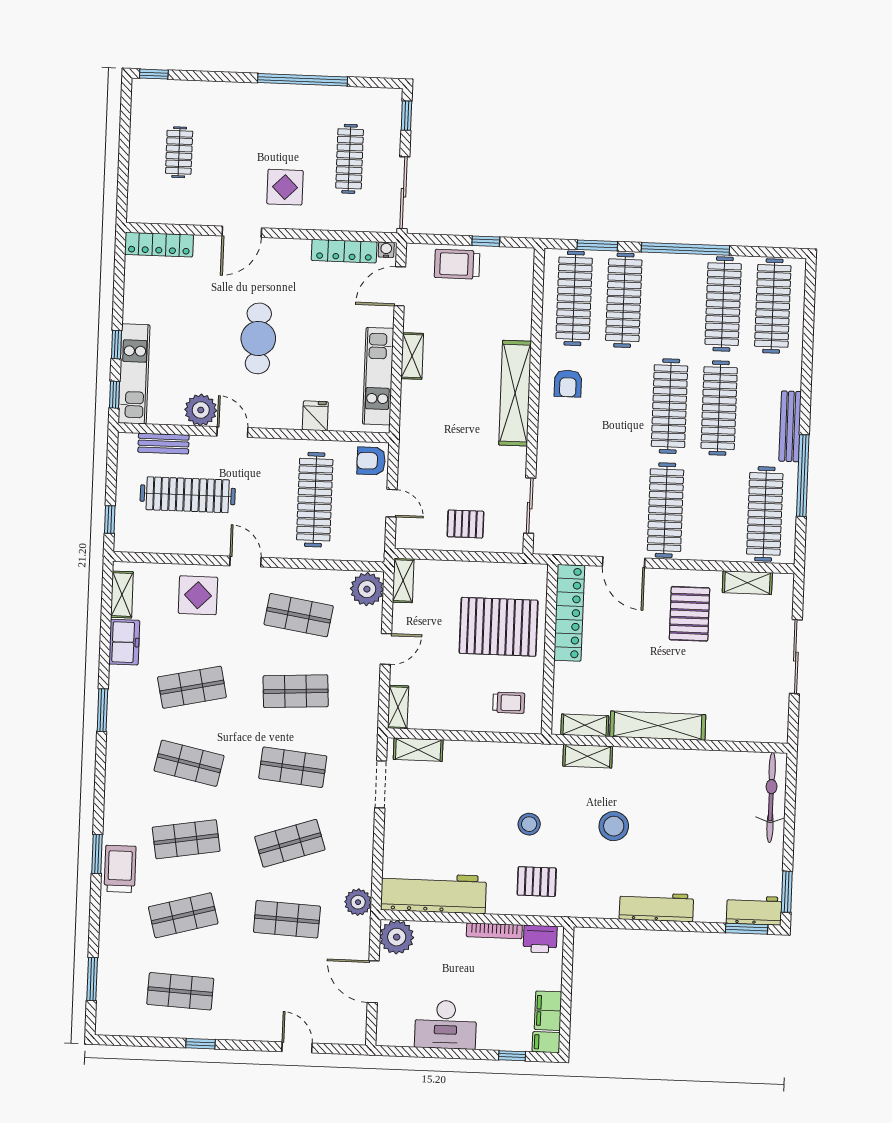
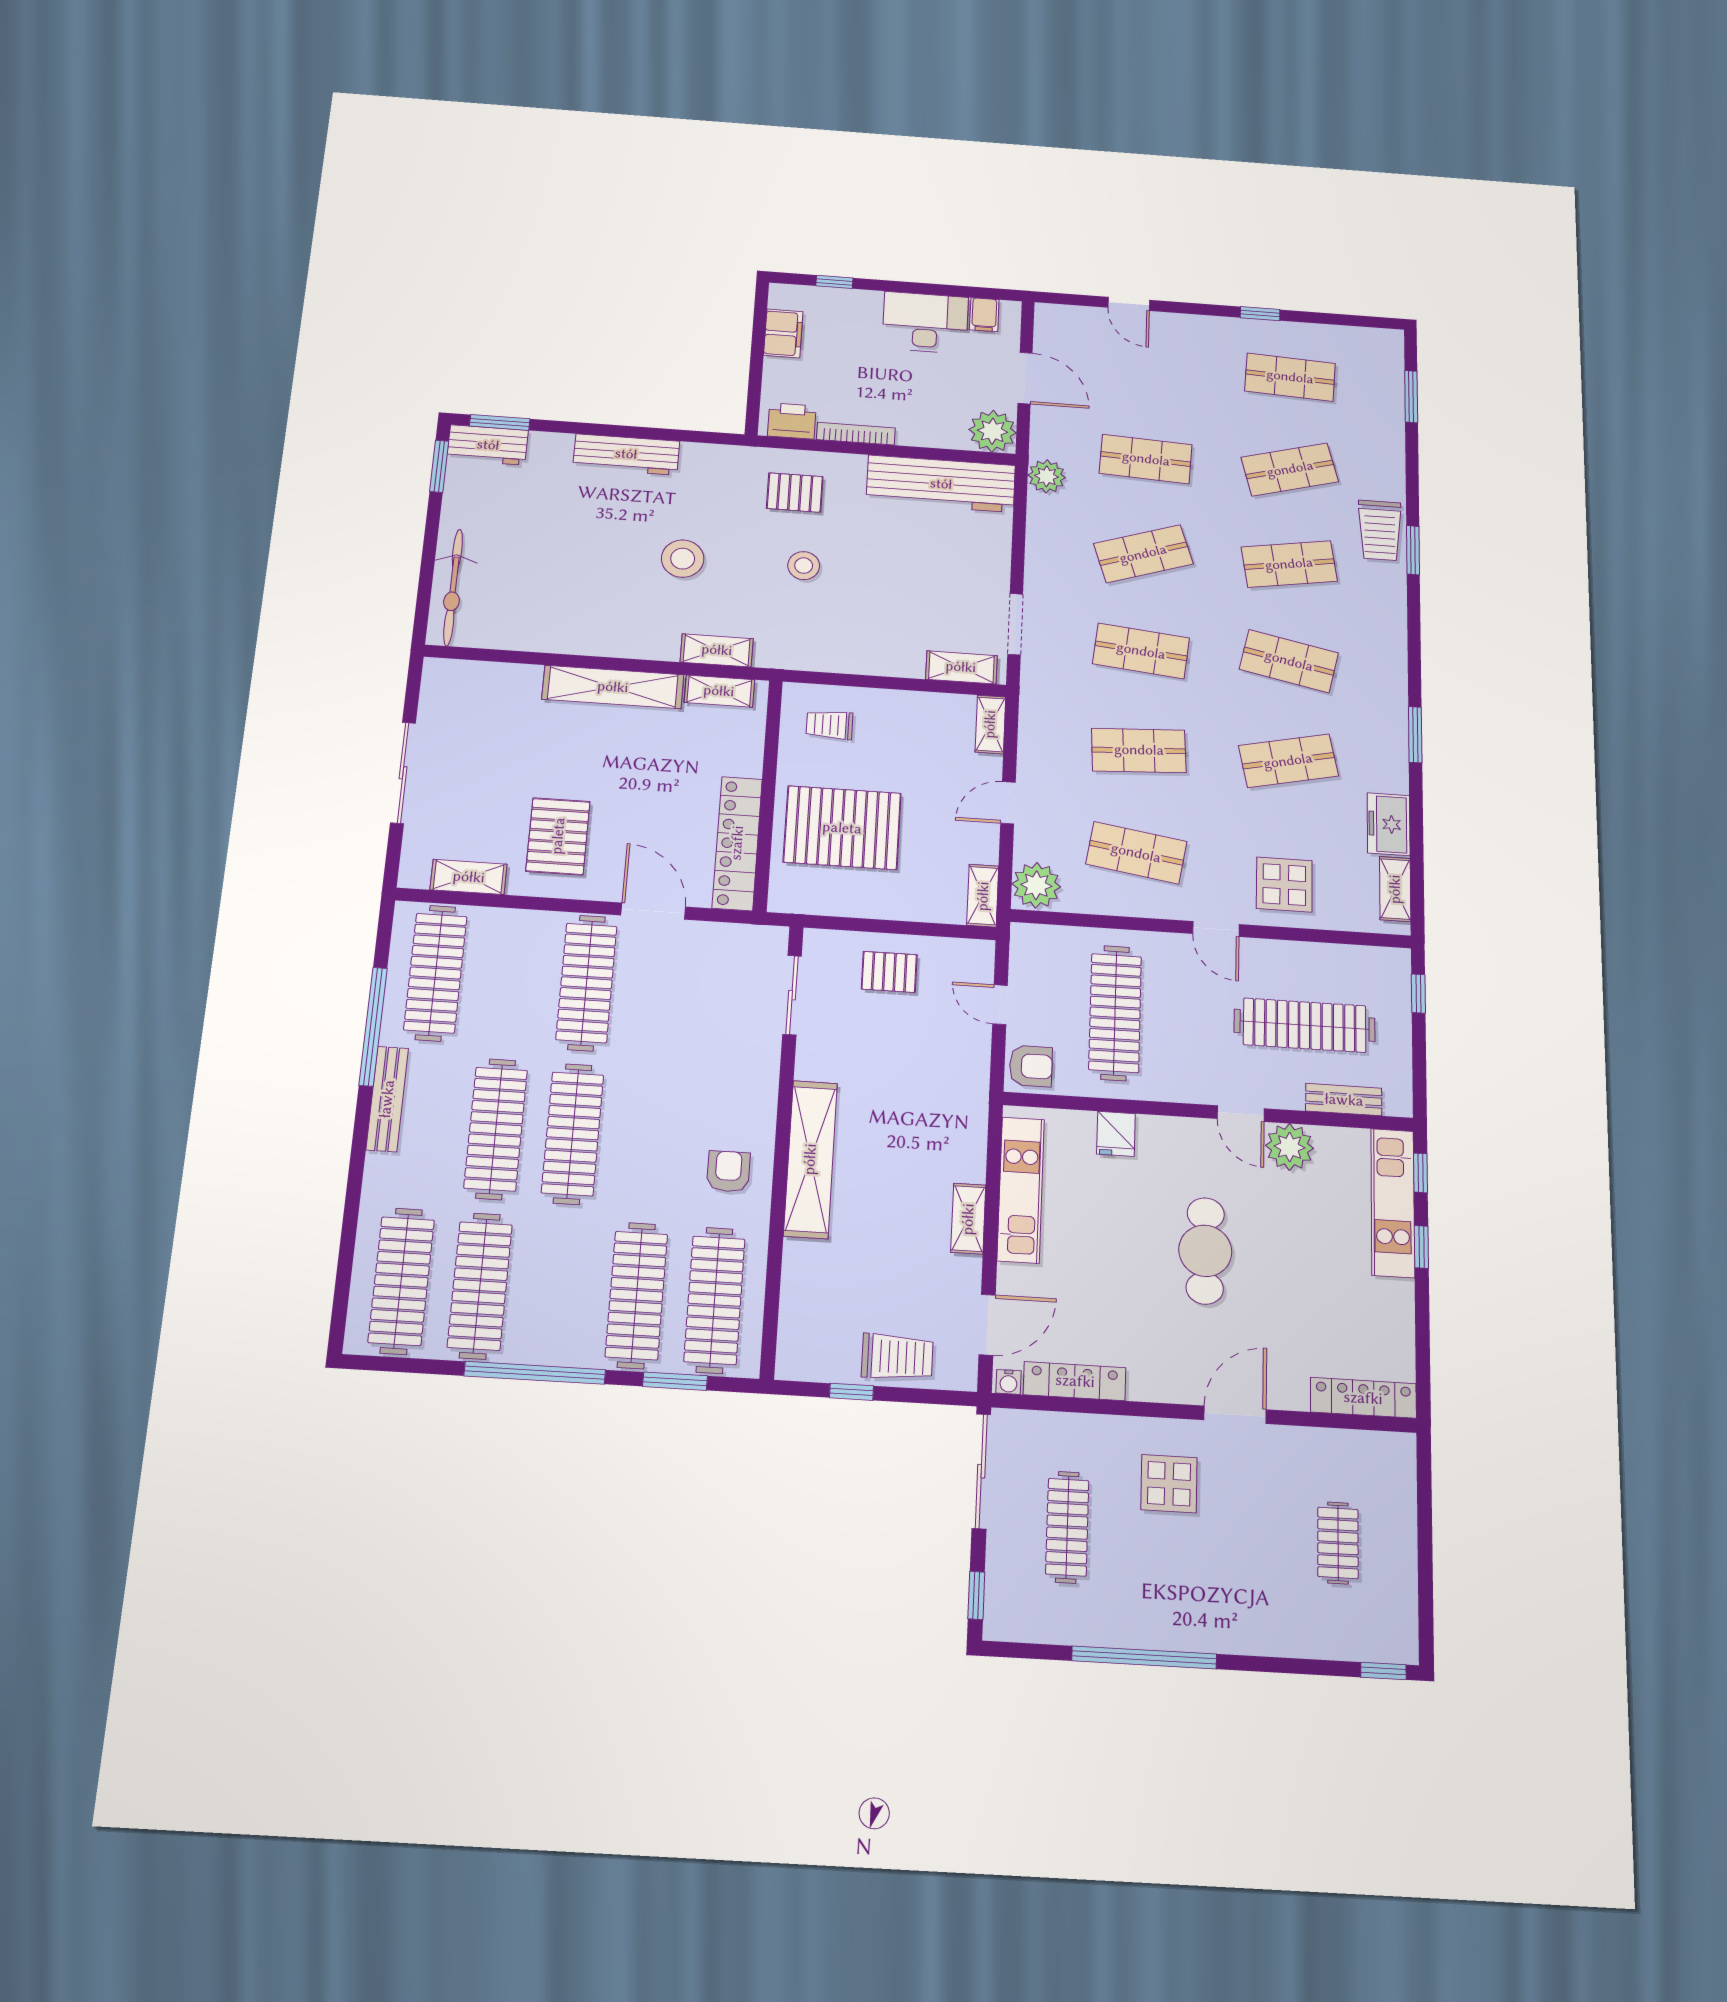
filing cabinet: (546, 1042) -> (984, 315), moved, turned 90

